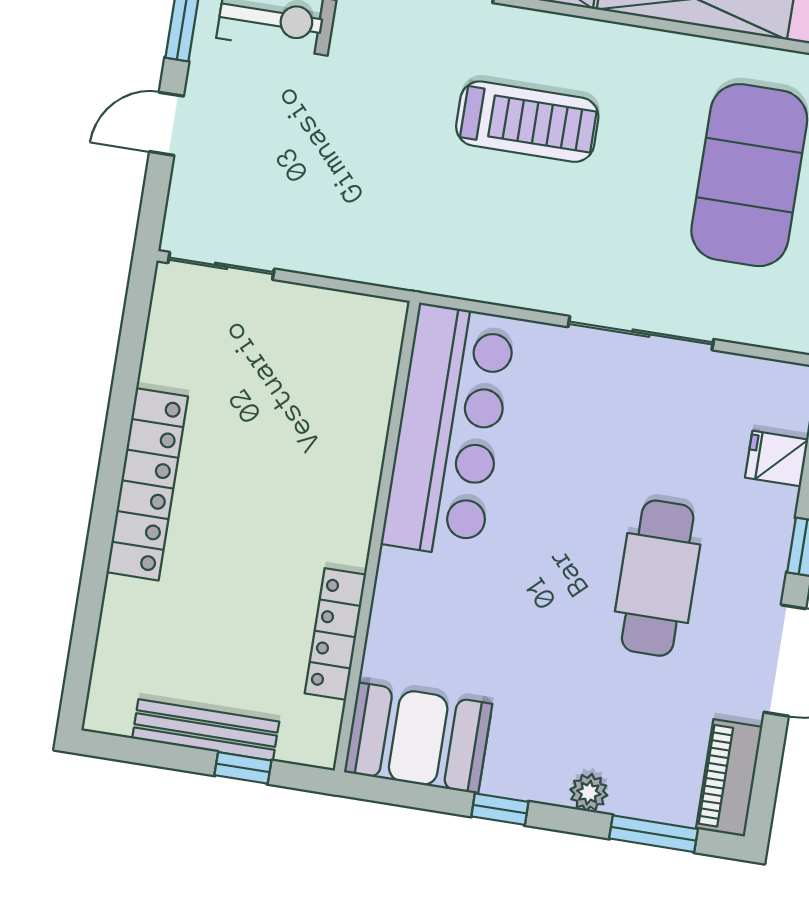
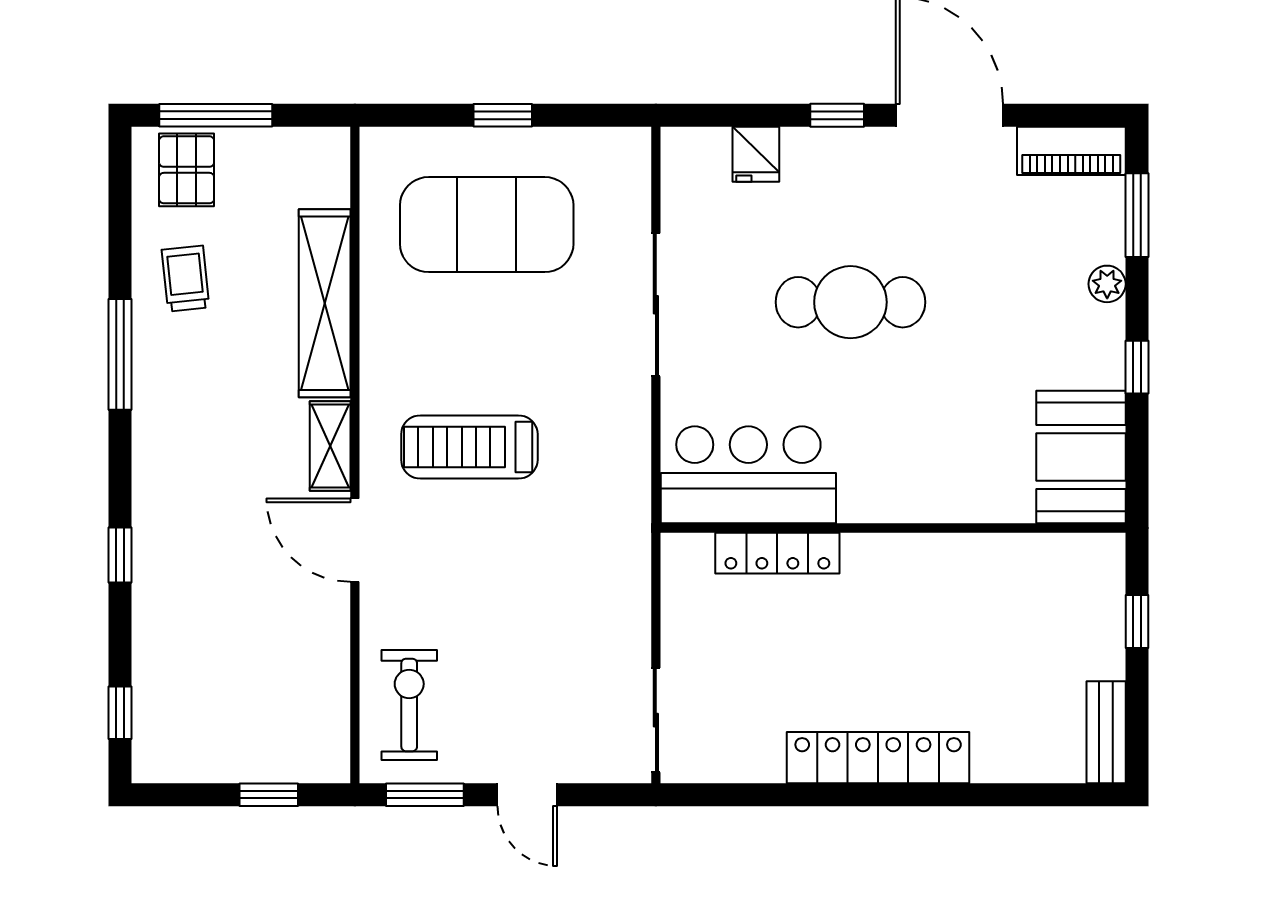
treadmill: (527, 122) -> (469, 447), turned -90
bar counter: (449, 431) -> (748, 475), width x0.73
cafe table: (658, 578) -> (850, 302), moved
locker: (335, 634) -> (777, 553), moved
bench: (206, 730) -> (1106, 732), moved, width x0.73

